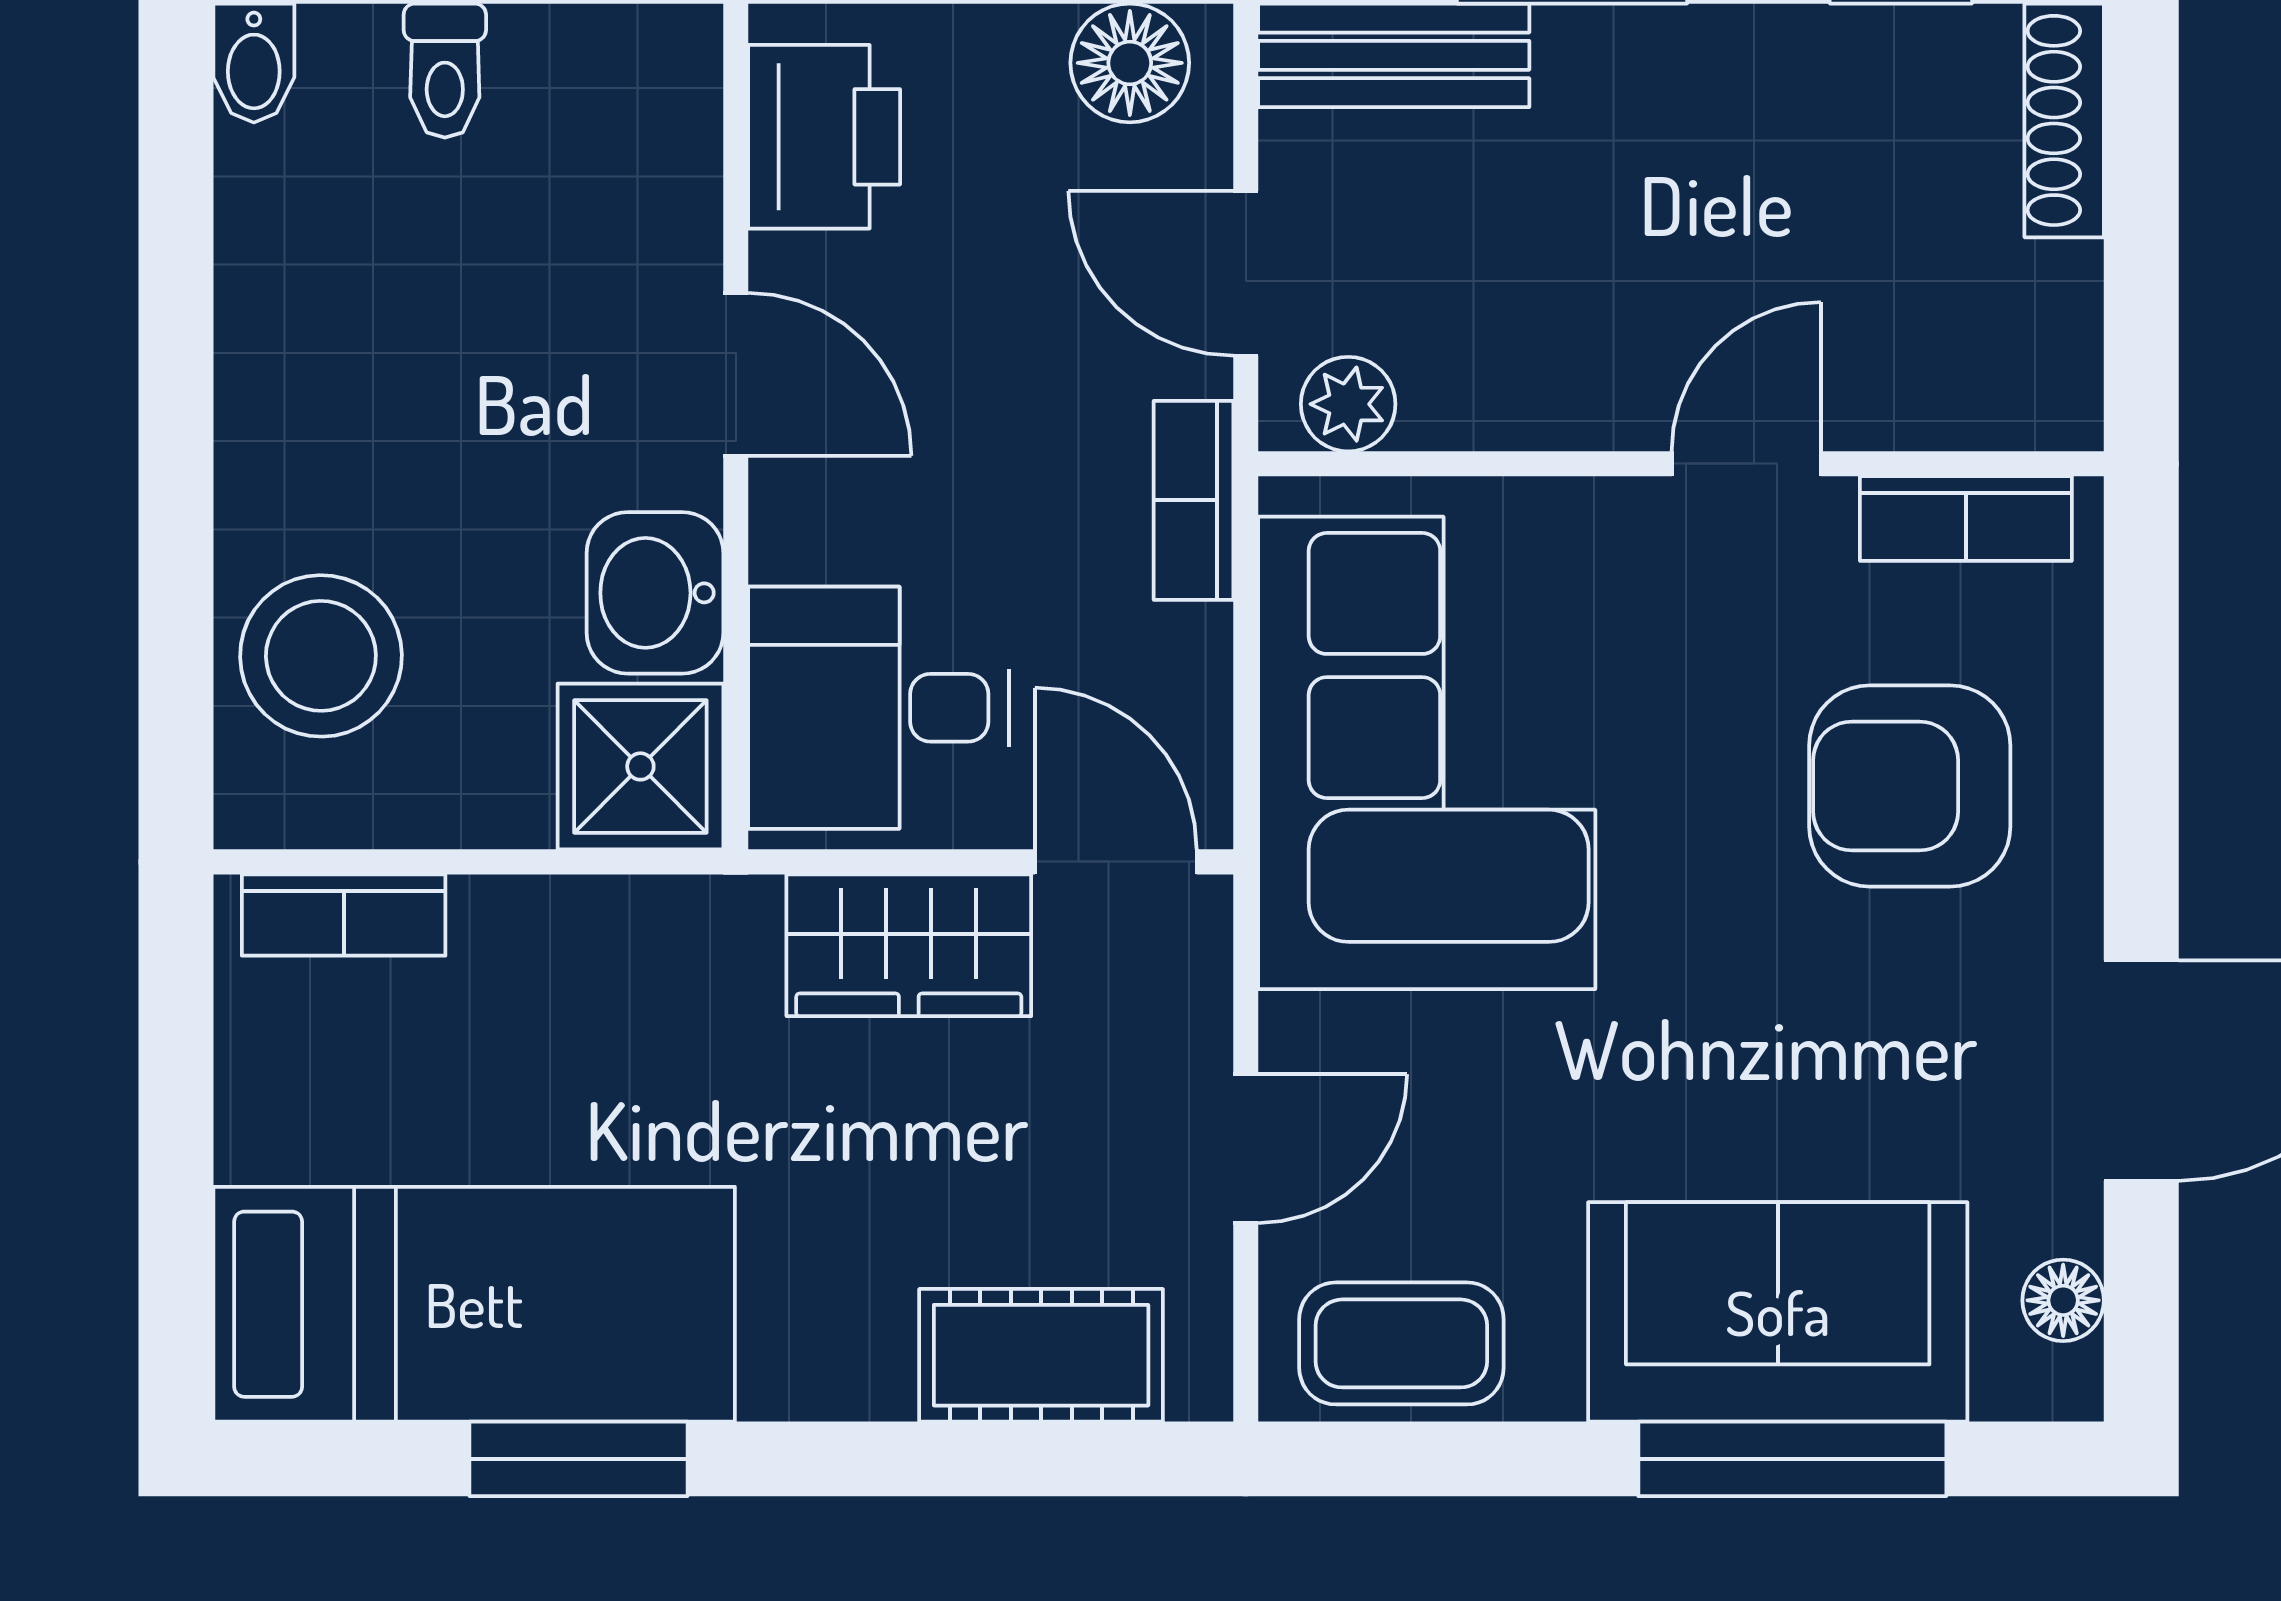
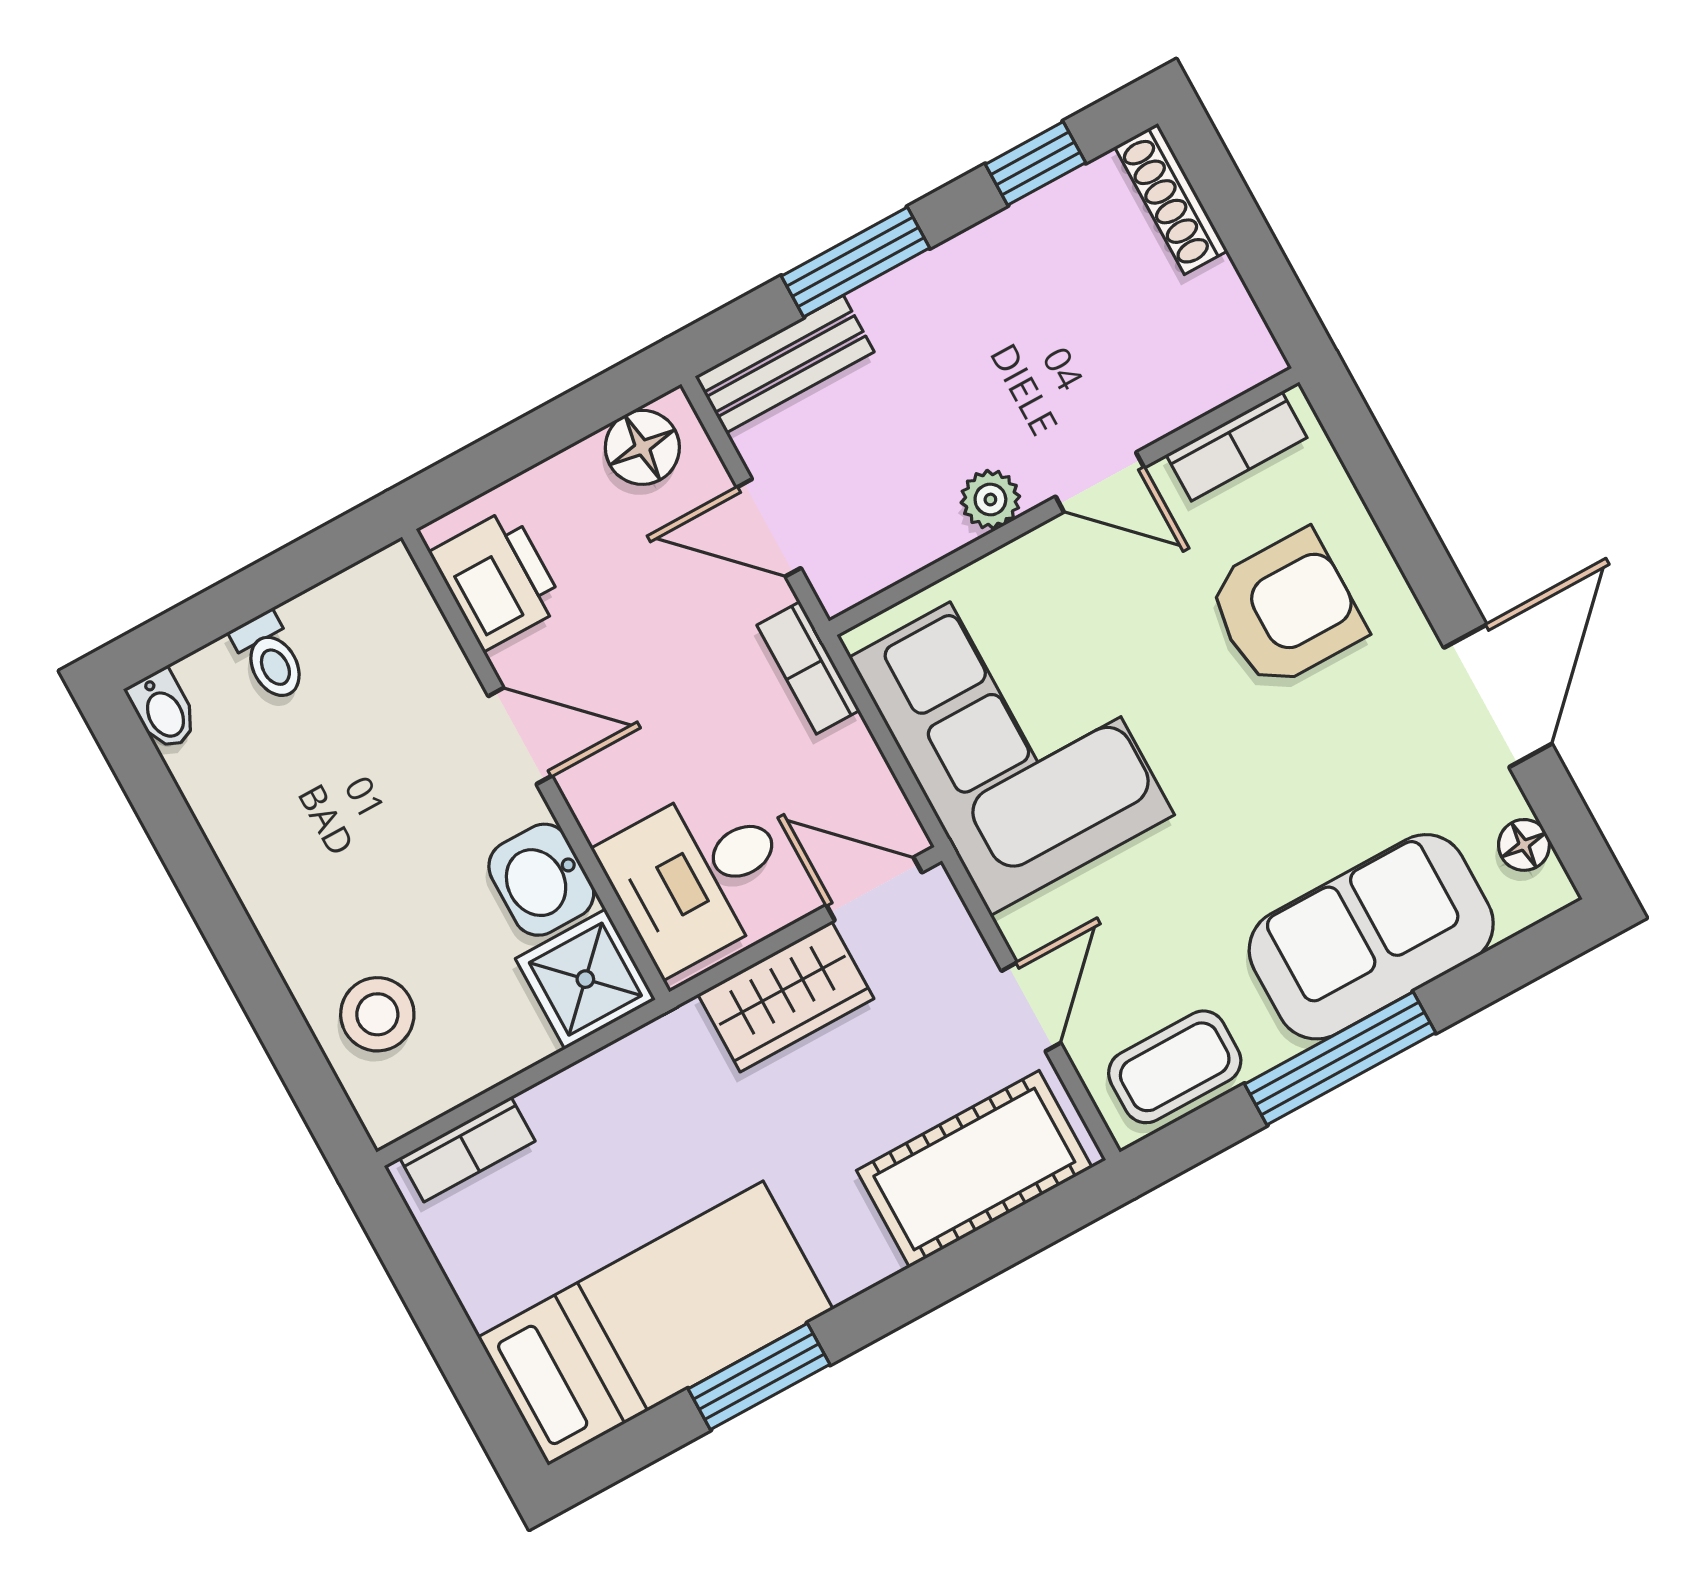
plant: (1348, 404) -> (990, 500), moved
door: (1746, 464) -> (1100, 482), swing flipped
stool: (321, 656) -> (377, 1014), width x0.73, depth x0.73
armchair: (1910, 786) -> (1286, 609), turned 180
cot: (1041, 1355) -> (974, 1169), width x1.37, depth x1.34
window: (1792, 1459) -> (1340, 1058), moved

